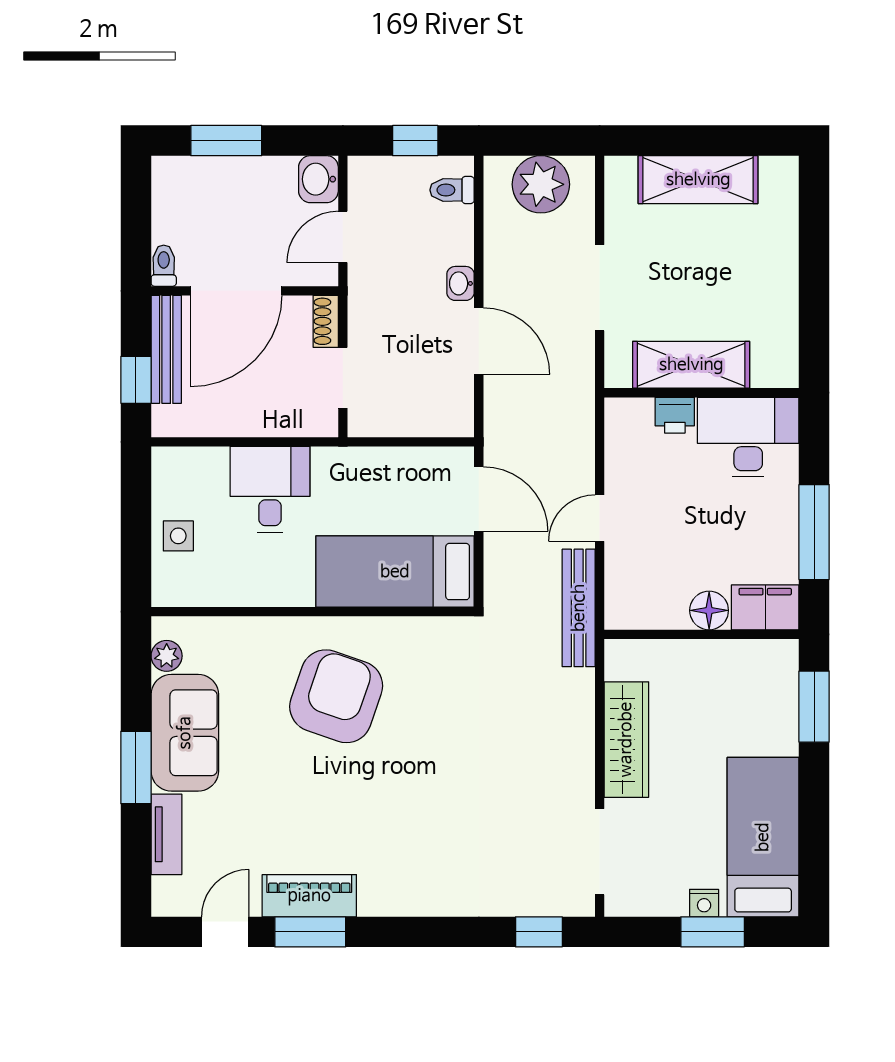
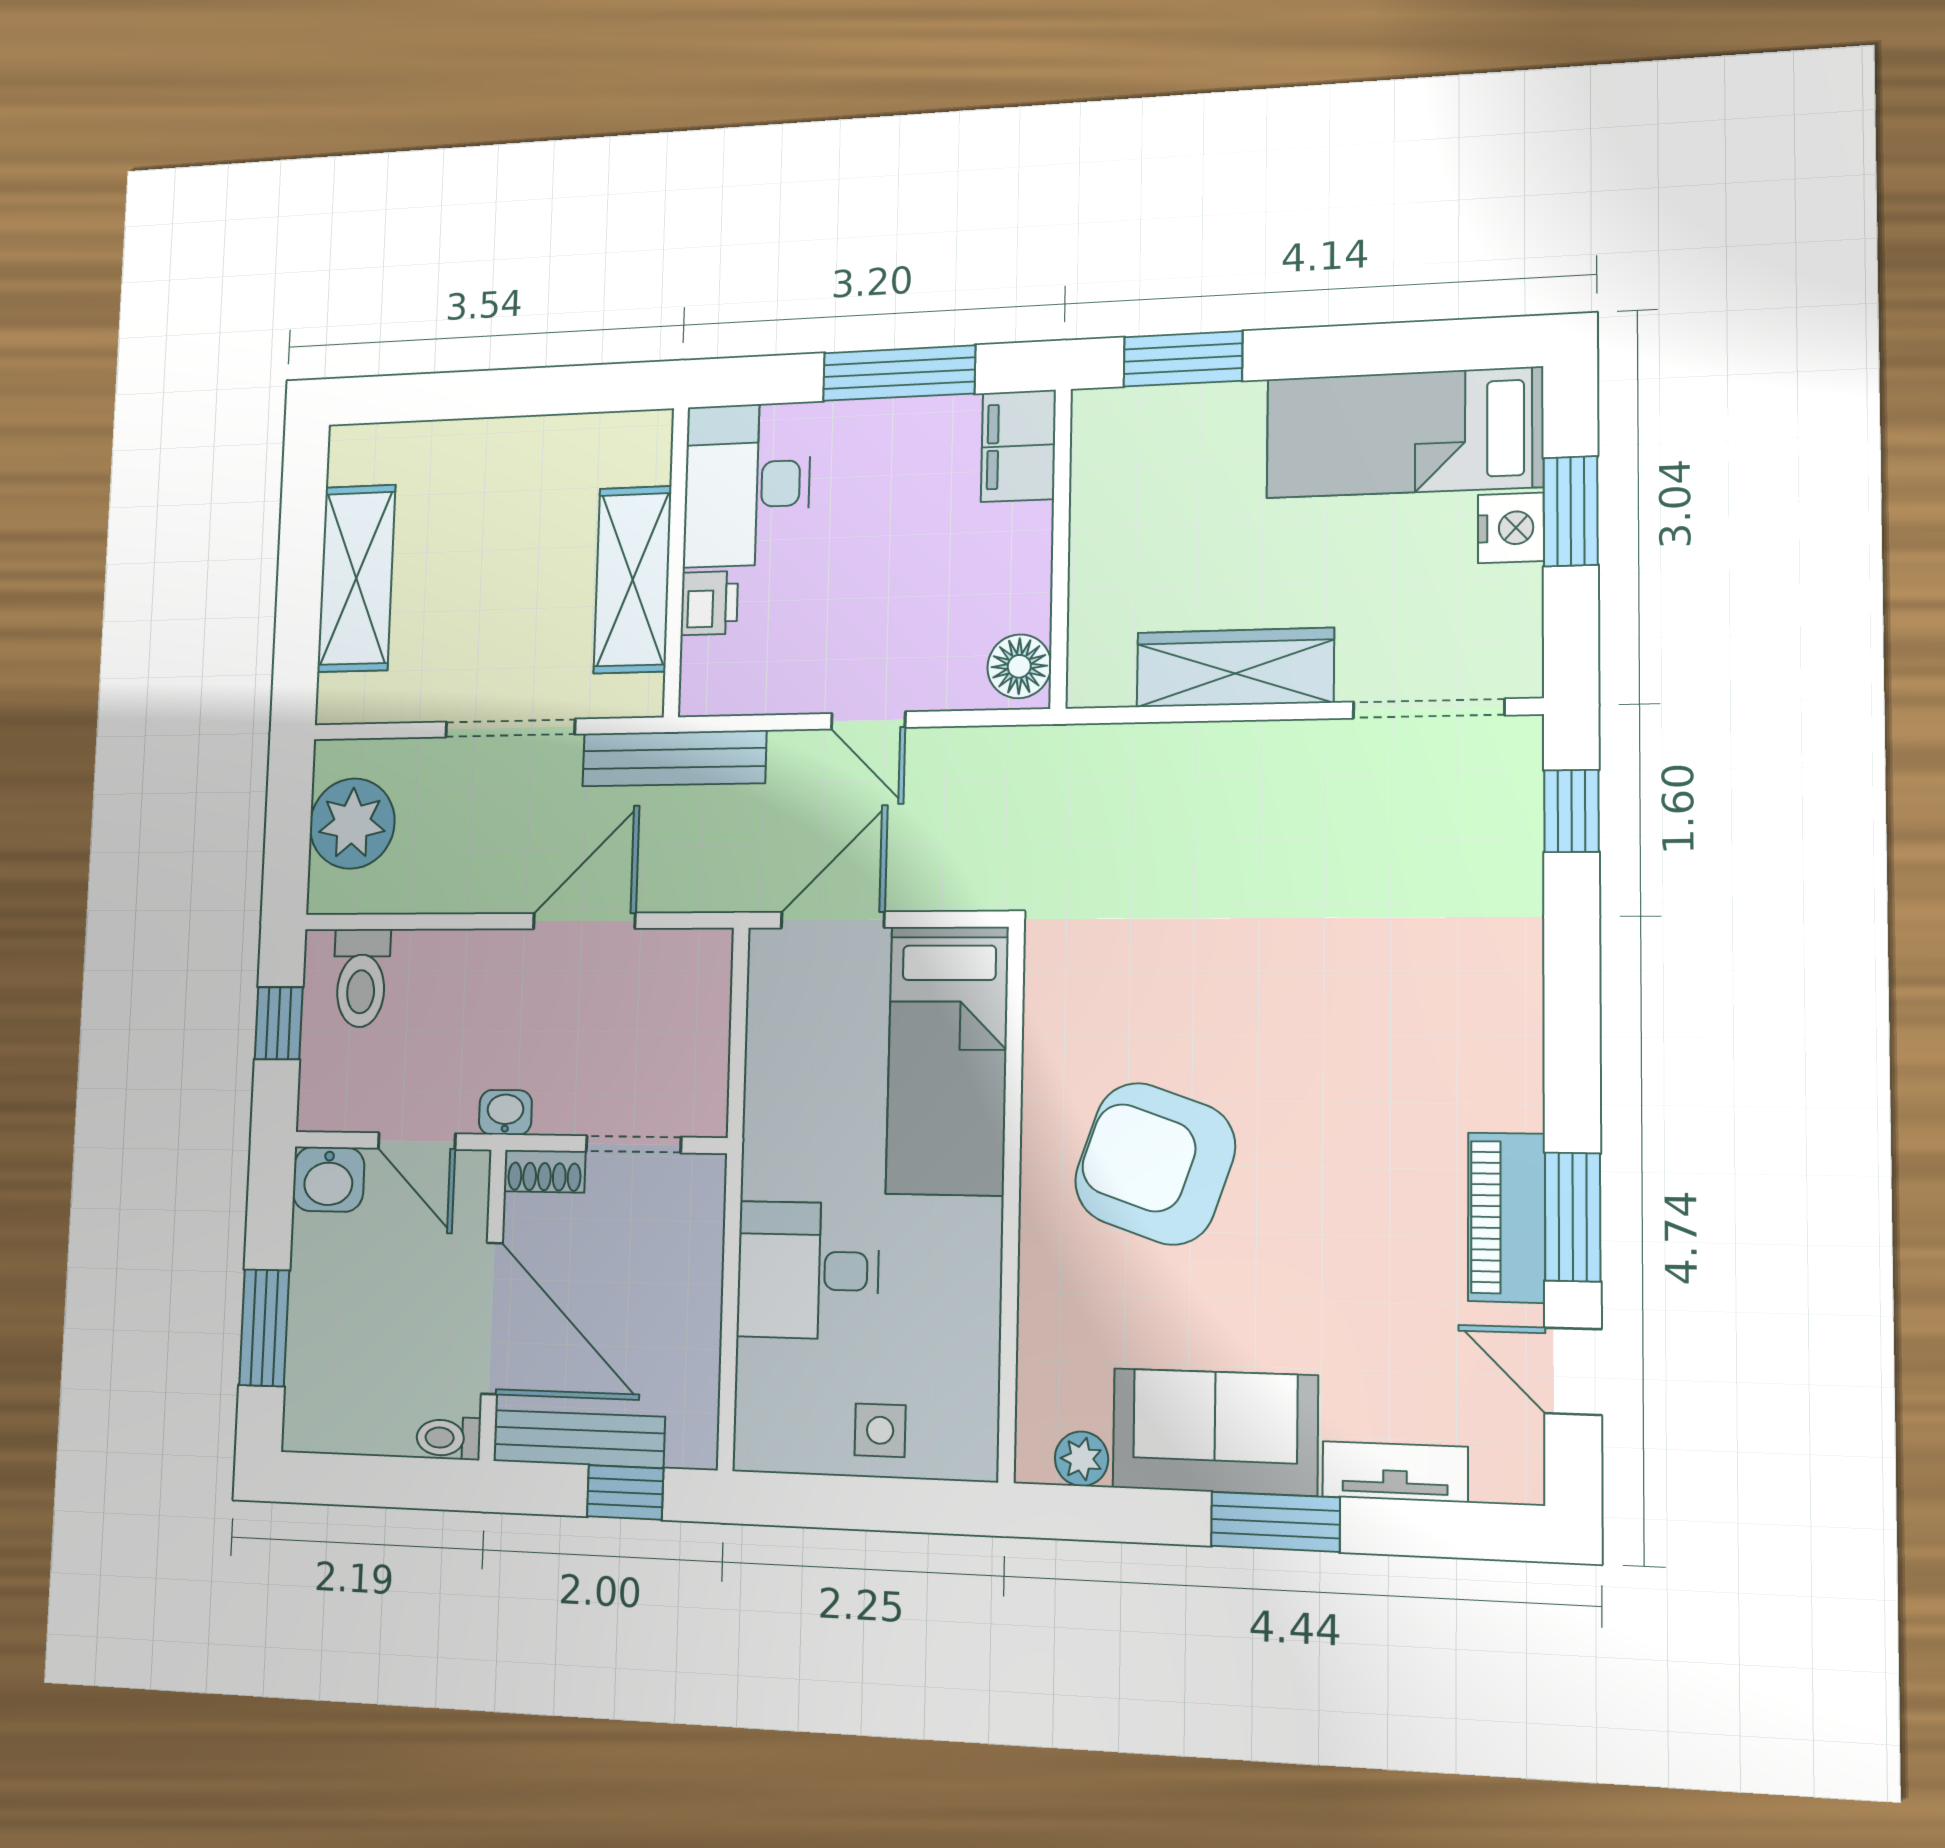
toilet: (452, 190) -> (361, 978), width x1.37, depth x1.39
washbasin: (461, 283) -> (505, 1112), moved, turned 180
bench: (579, 608) -> (674, 758), moved
floor lamp: (709, 610) -> (1019, 666), moved
nightstand: (704, 903) -> (1511, 528), width x1.39, depth x1.35

